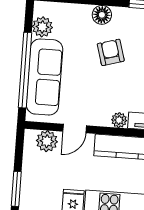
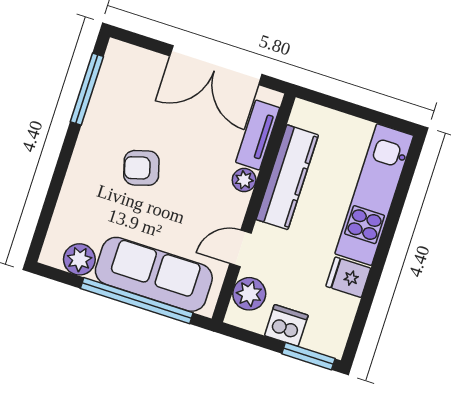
floor lamp: (102, 15) -> (83, 168), removed
door: (75, 128) -> (240, 248), swing flipped
dishwasher: (32, 170) -> (286, 325), added

